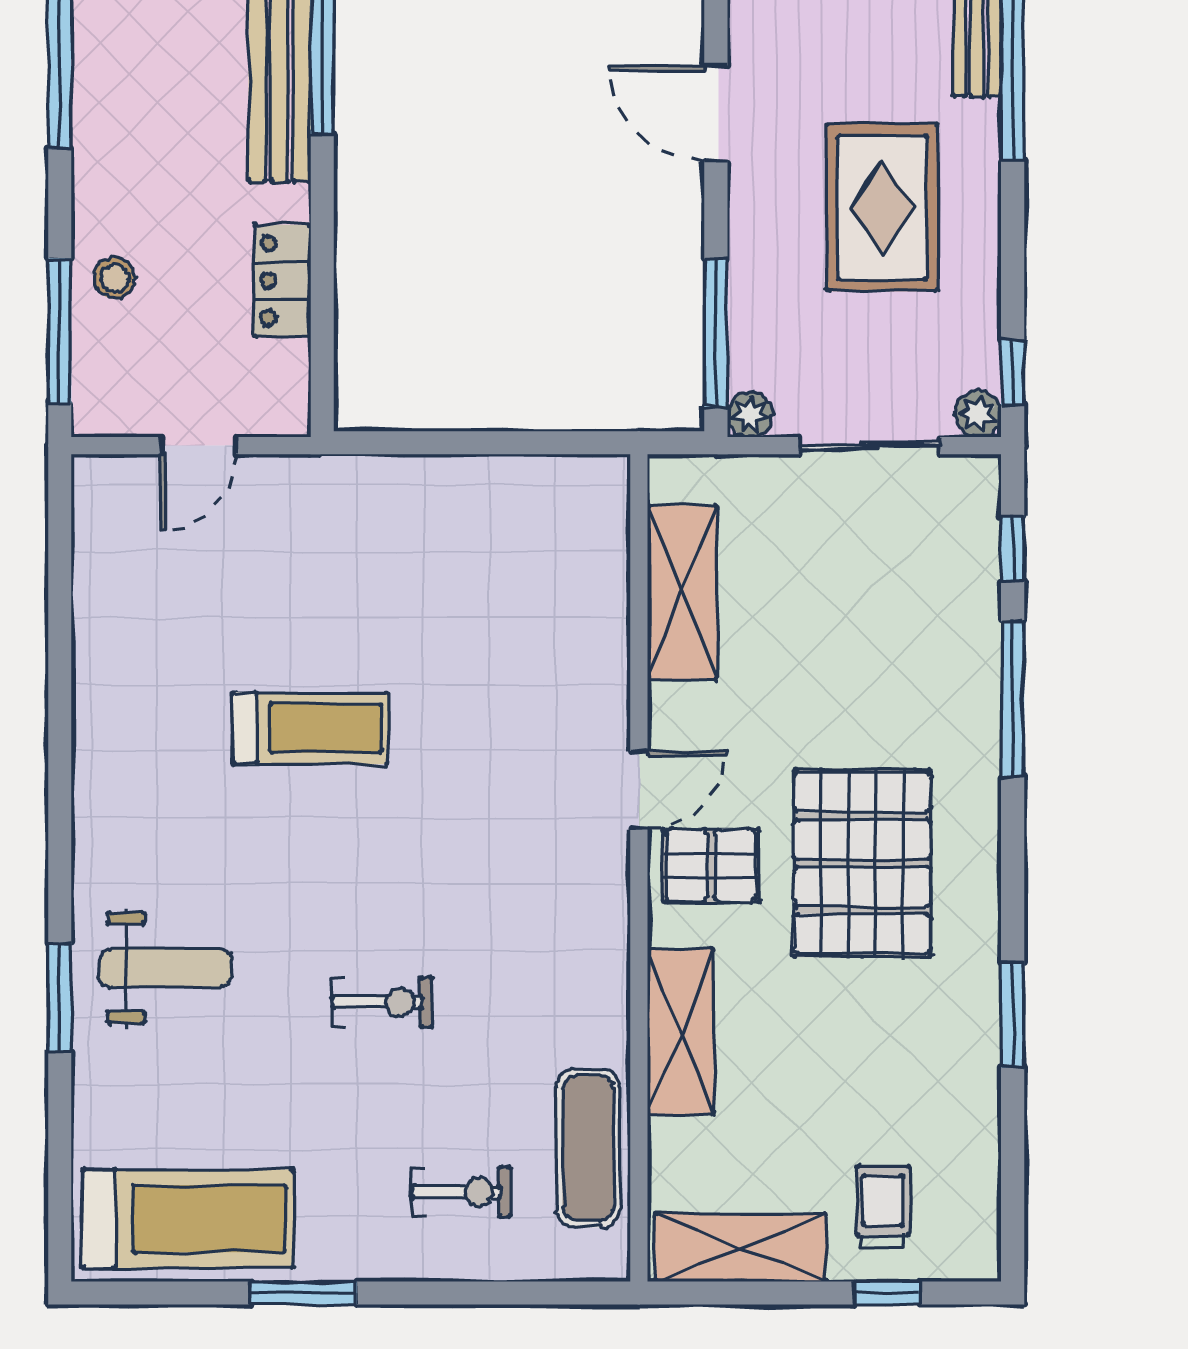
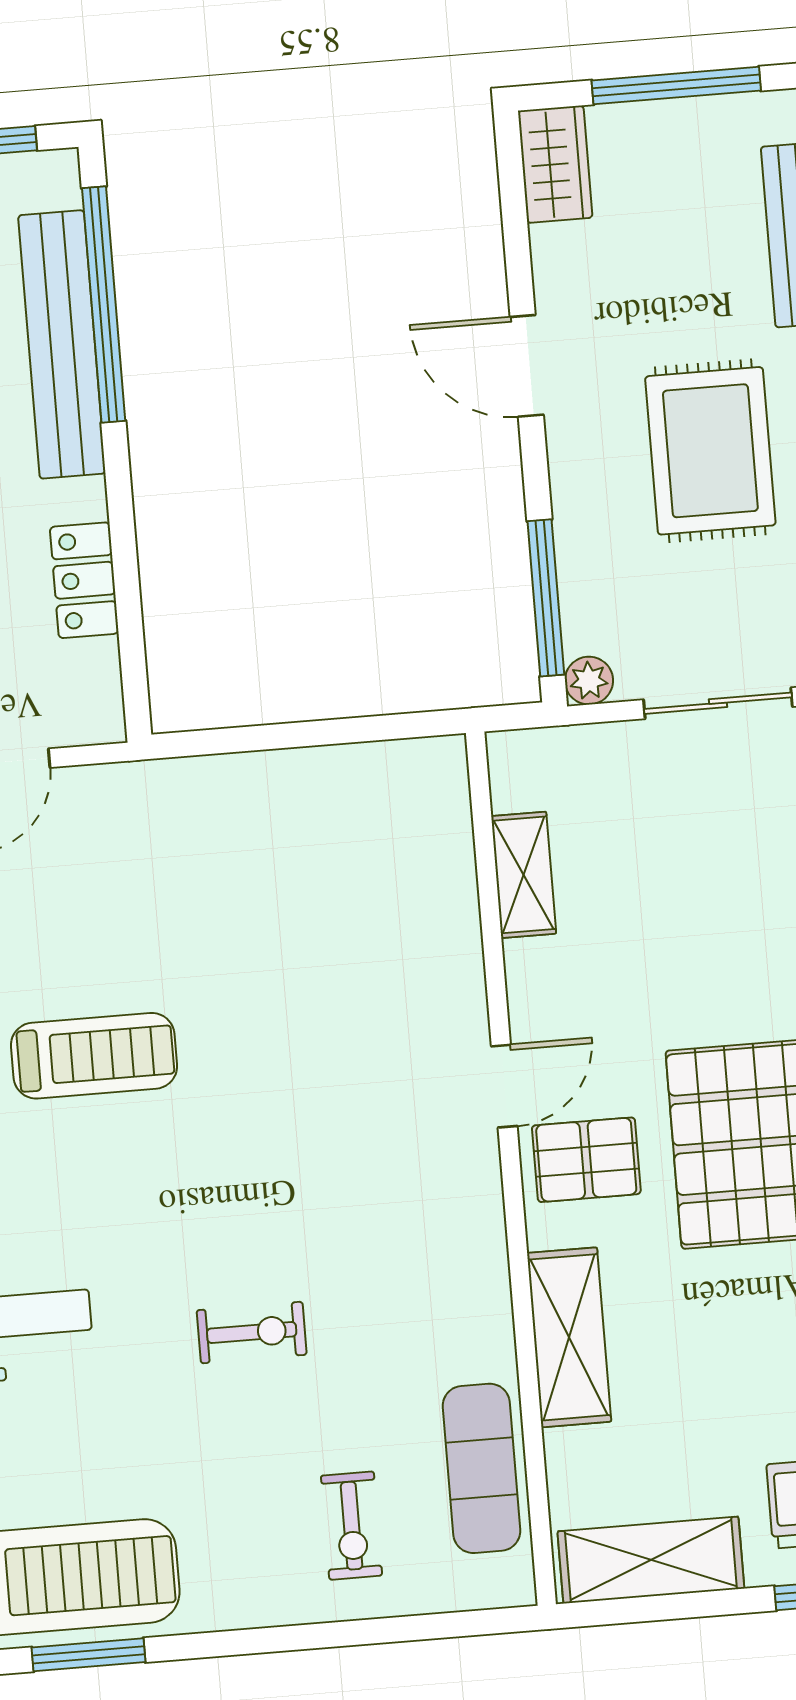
shelving: (682, 592) -> (524, 875), width x0.67, depth x0.75
treadmill: (310, 728) -> (94, 1056), moved
exercise bike: (461, 1192) -> (352, 1526), turned 90
window: (304, 1293) -> (88, 1655), moved

